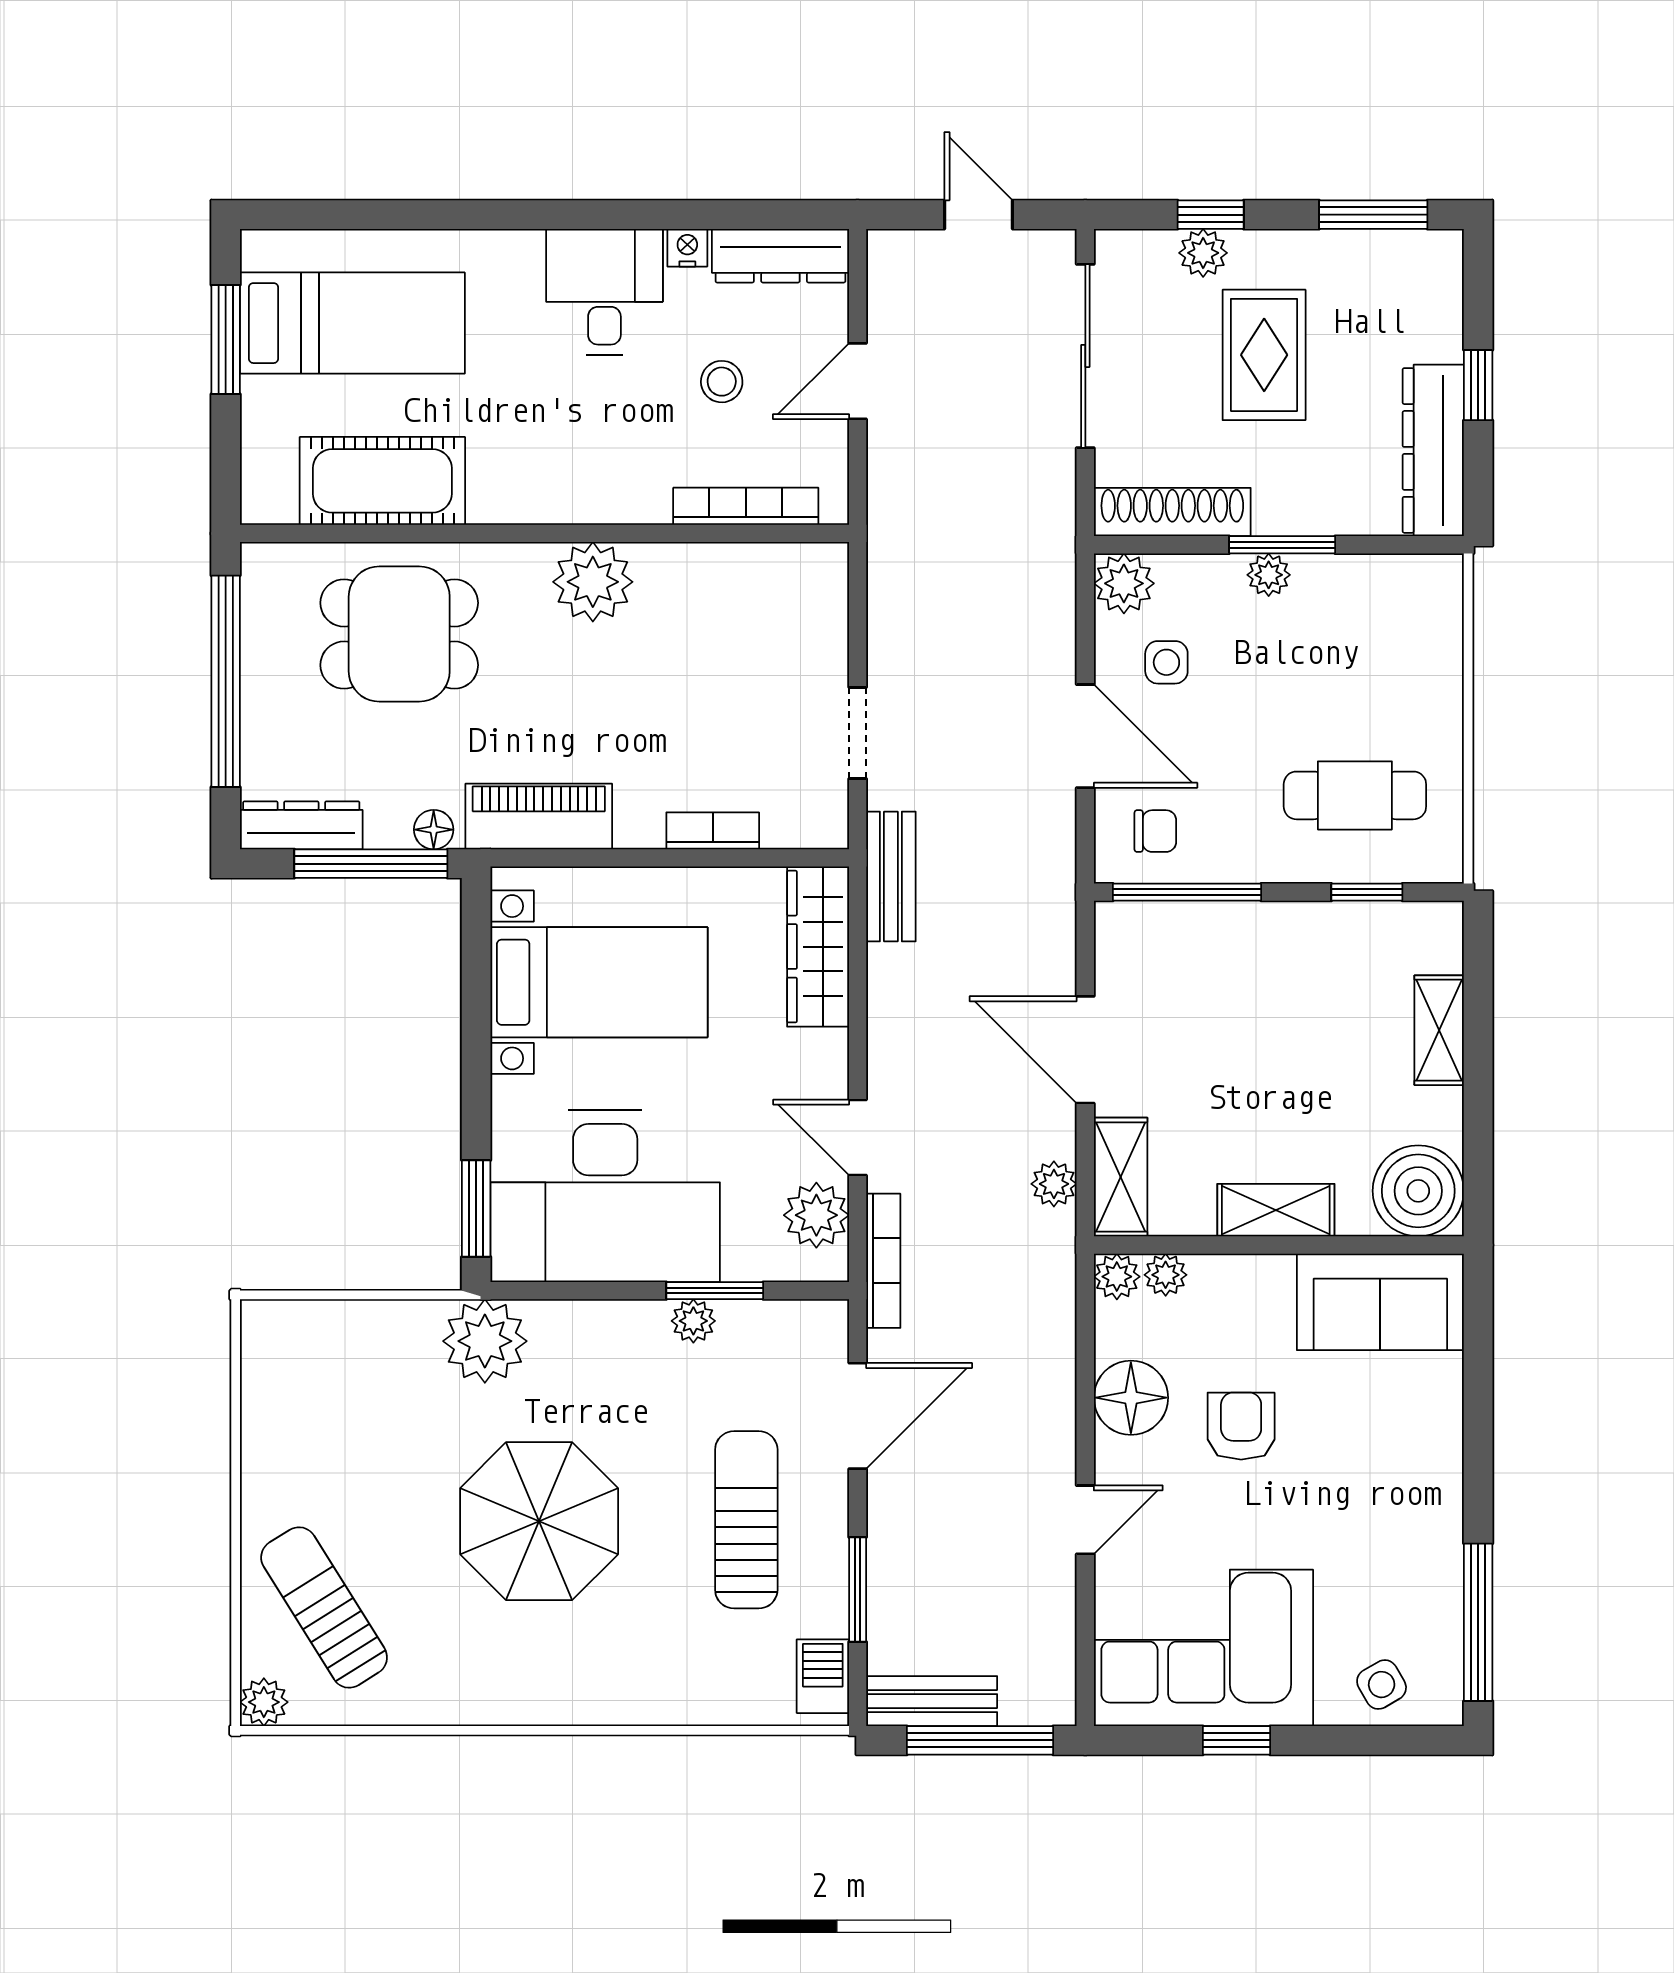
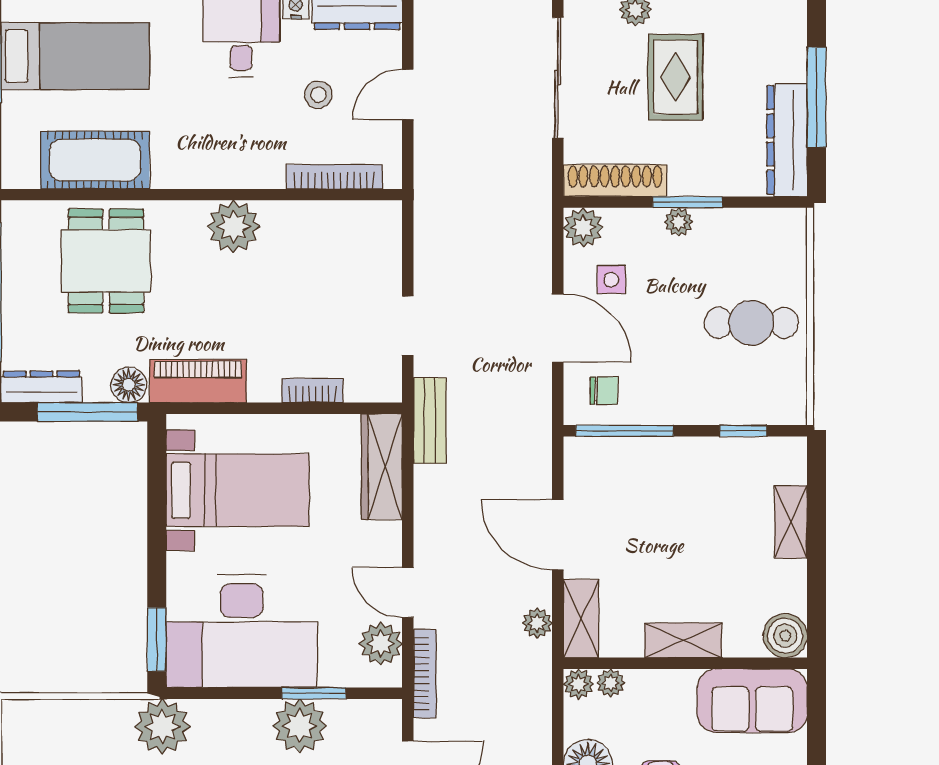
window: (1478, 385) -> (817, 97), width x2.17
dining table: (399, 634) -> (106, 261), turned 90
cafe table: (1355, 795) -> (751, 323), moved
floor lamp: (434, 830) -> (129, 385), width x1.37, depth x1.37
boiler: (1418, 1191) -> (785, 636), width x0.73, depth x0.73
plant: (693, 1321) -> (300, 726), width x1.88, depth x1.88

